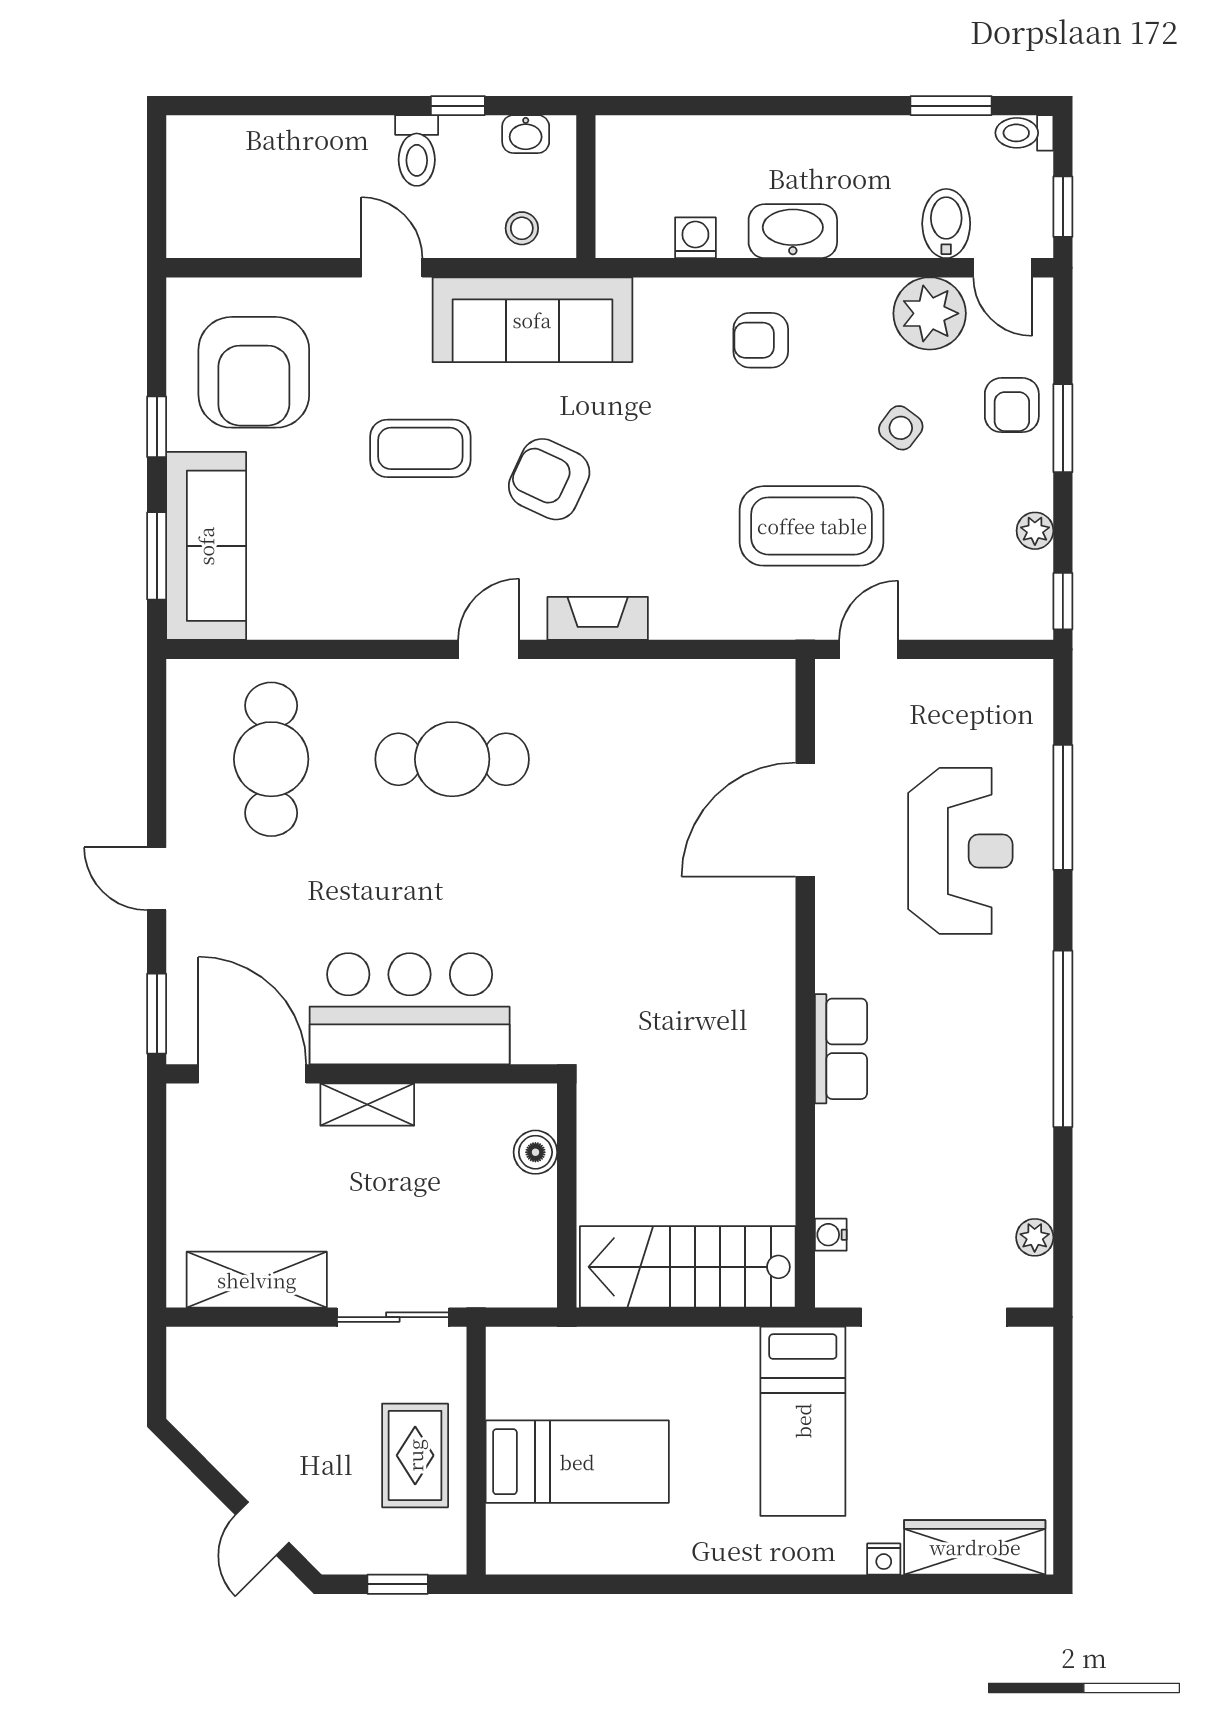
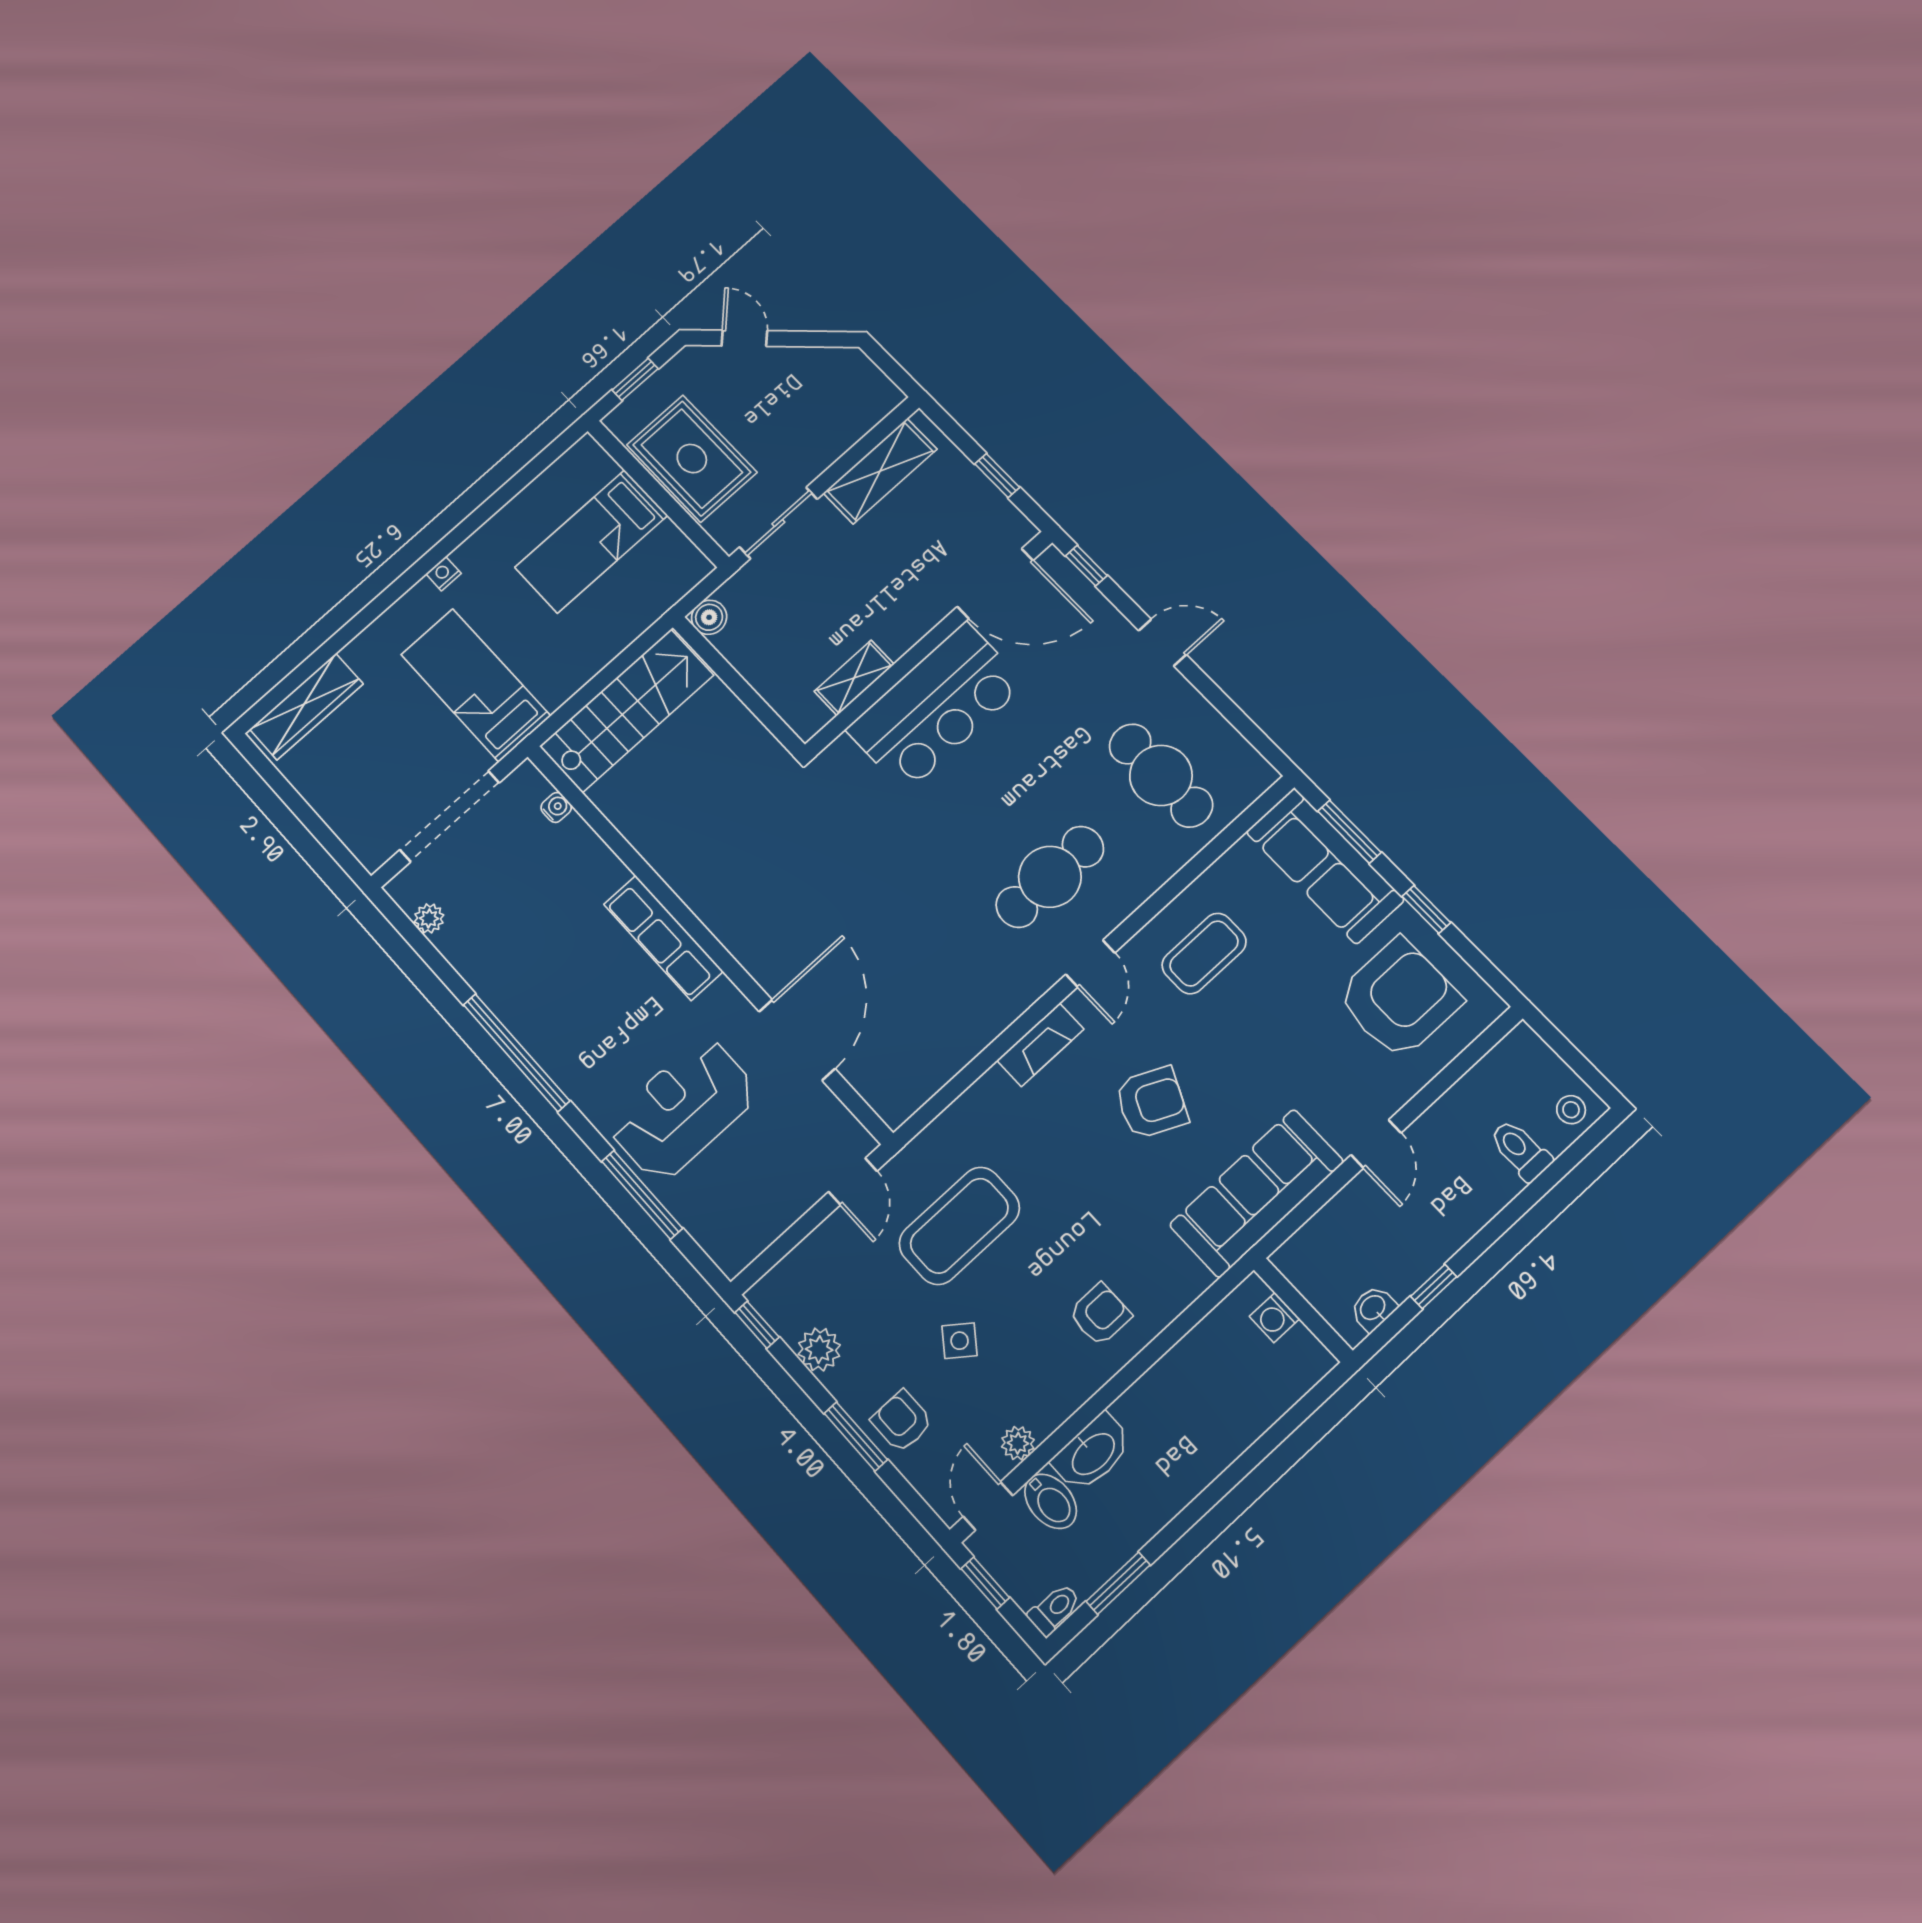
toilet: (417, 150) -> (1520, 1150), moved
stool: (522, 228) -> (1571, 1110), moved
washbasin: (793, 231) -> (1092, 1453), moved
washing machine: (695, 238) -> (1274, 1318), moved, turned 90
door: (392, 268) -> (1376, 1144), hinge flipped
door: (1003, 268) -> (988, 1506), hinge flipped
plant: (930, 313) -> (1018, 1443), width x0.53, depth x0.53
armchair: (254, 372) -> (1399, 999), turned 90
coffee table: (420, 448) -> (1204, 954), moved
plant: (1035, 531) -> (819, 1350), width x1.38, depth x1.38
reception desk: (960, 851) -> (683, 1109), turned 90
window: (157, 1014) -> (1086, 566), width x0.67
row of seats: (841, 1049) -> (663, 938), width x1.48
shelving: (367, 1105) -> (854, 678), moved
boiler: (535, 1152) -> (709, 617), moved
window: (157, 1175) -> (997, 476), added
rug: (415, 1455) -> (692, 459), width x1.36, depth x1.43
nightstand: (884, 1559) -> (443, 574), moved

